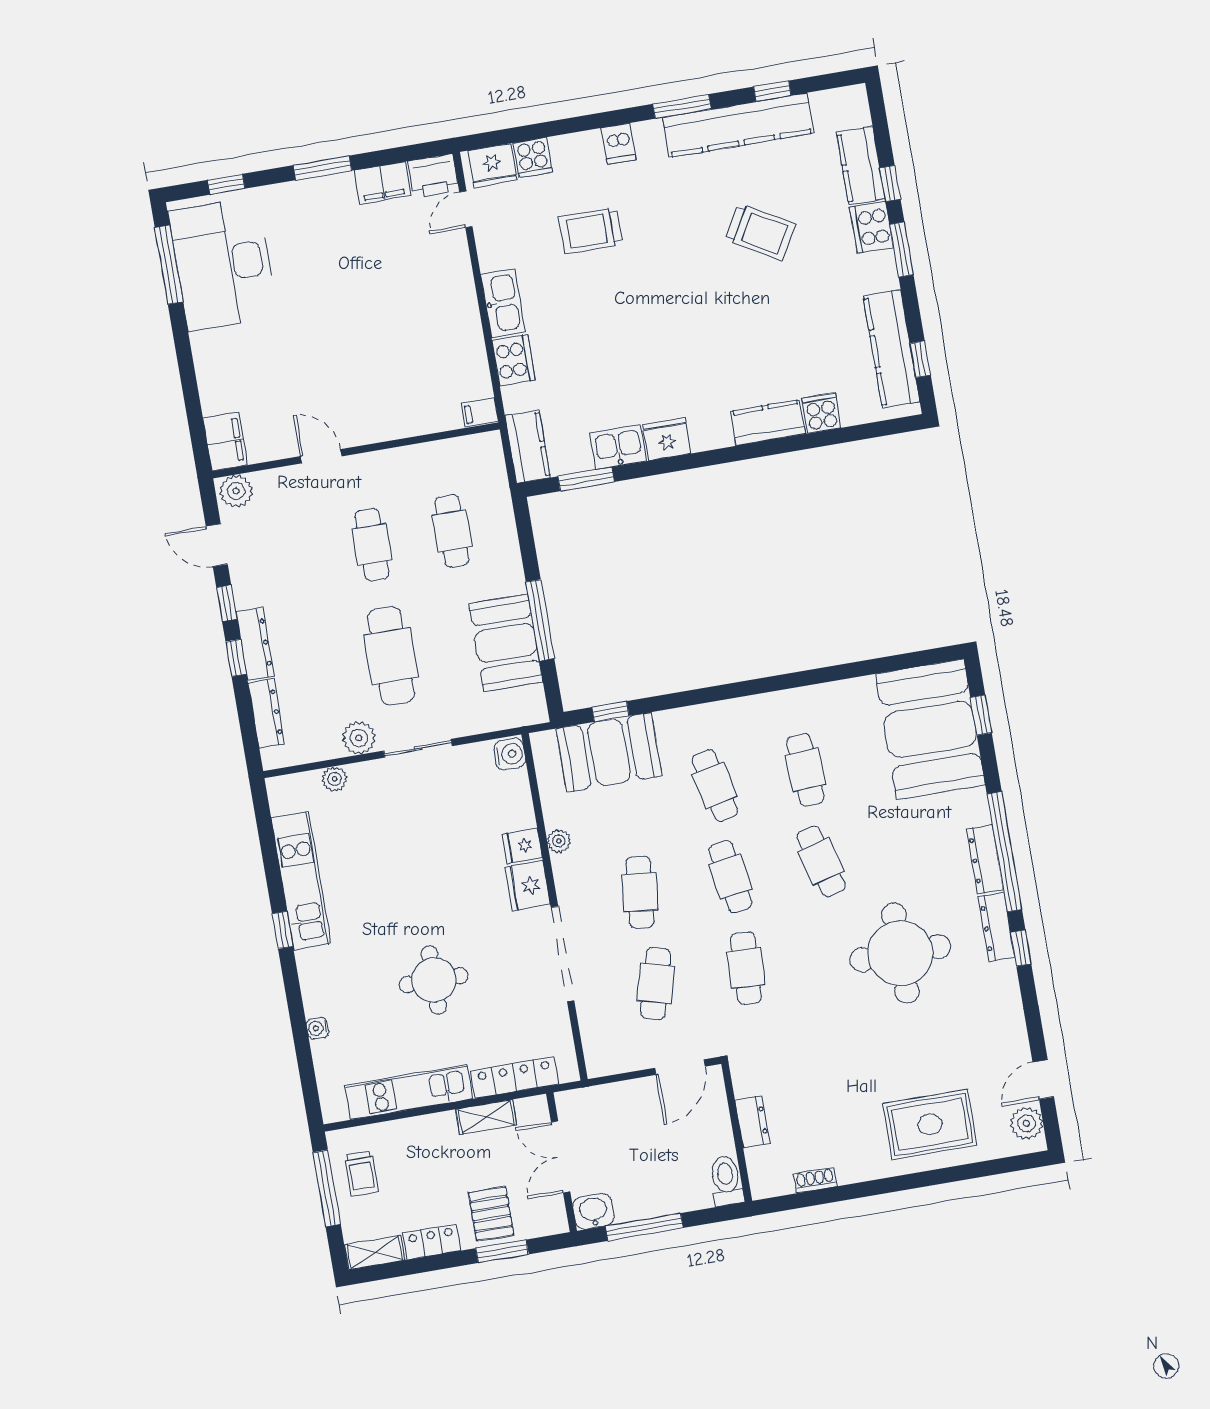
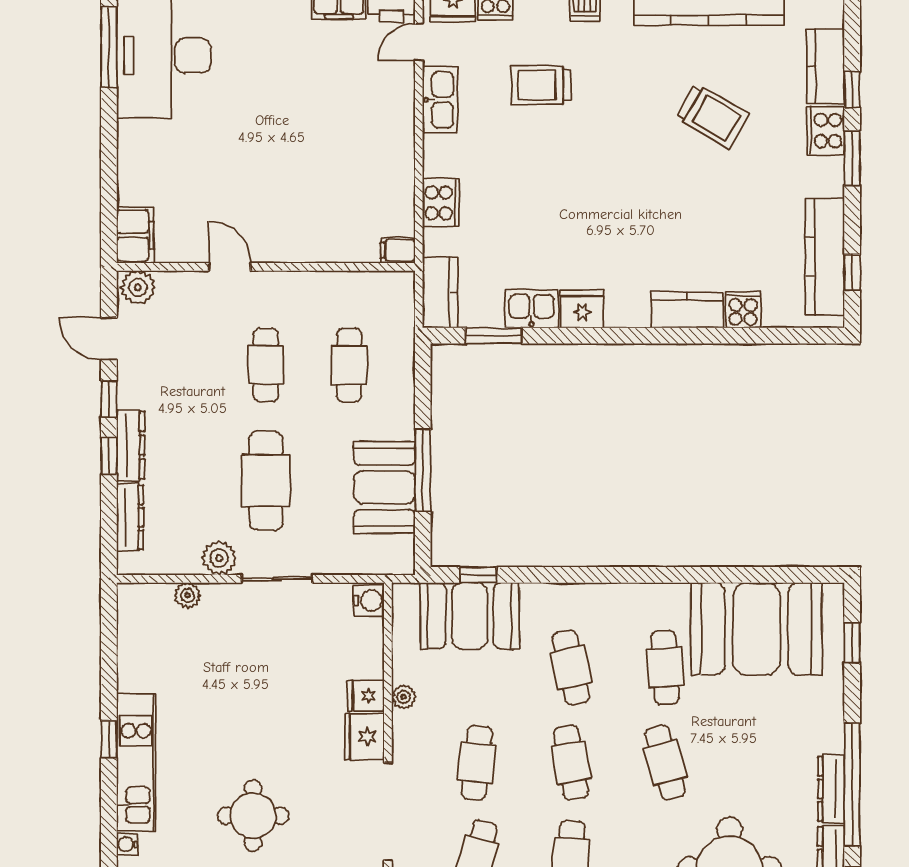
kitchen sink: (503, 303) -> (440, 100), moved
booth: (930, 729) -> (757, 629), moved, turned 90
kitchen unit: (301, 881) -> (136, 762), moved

